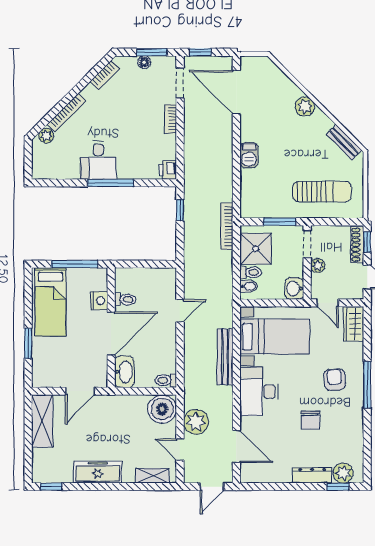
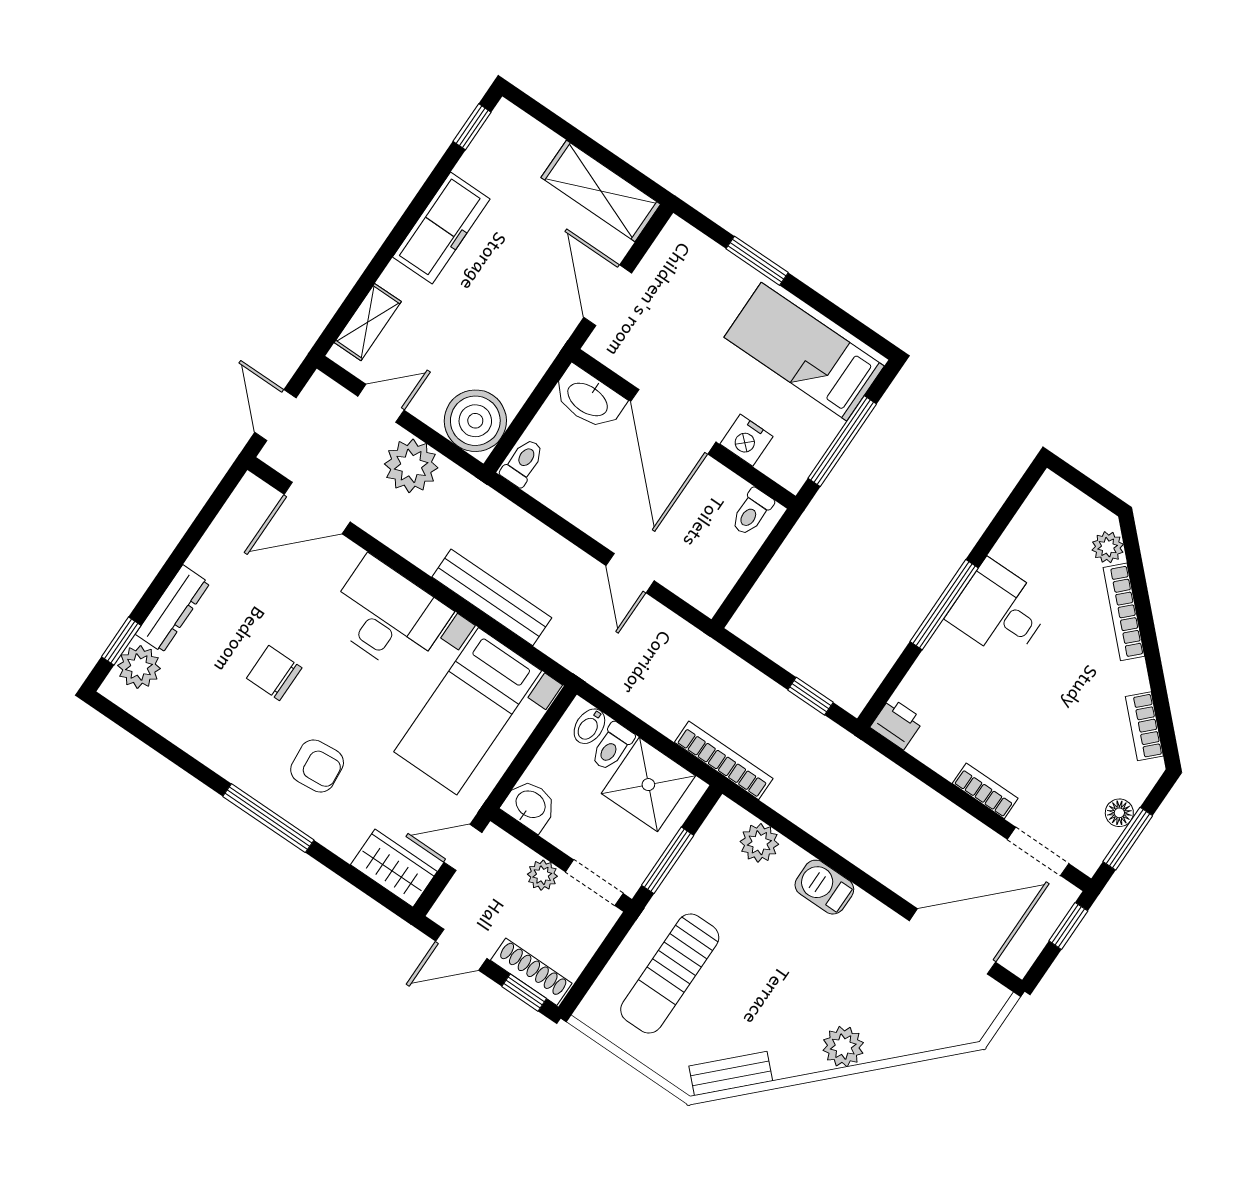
plant: (249, 191) -> (759, 843), added
toilet: (125, 300) -> (752, 512), moved

